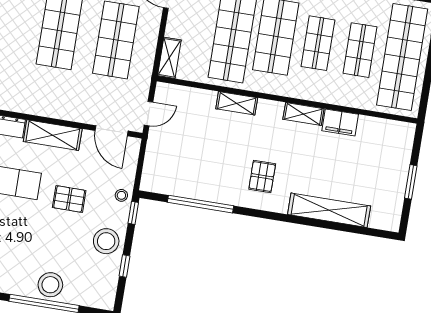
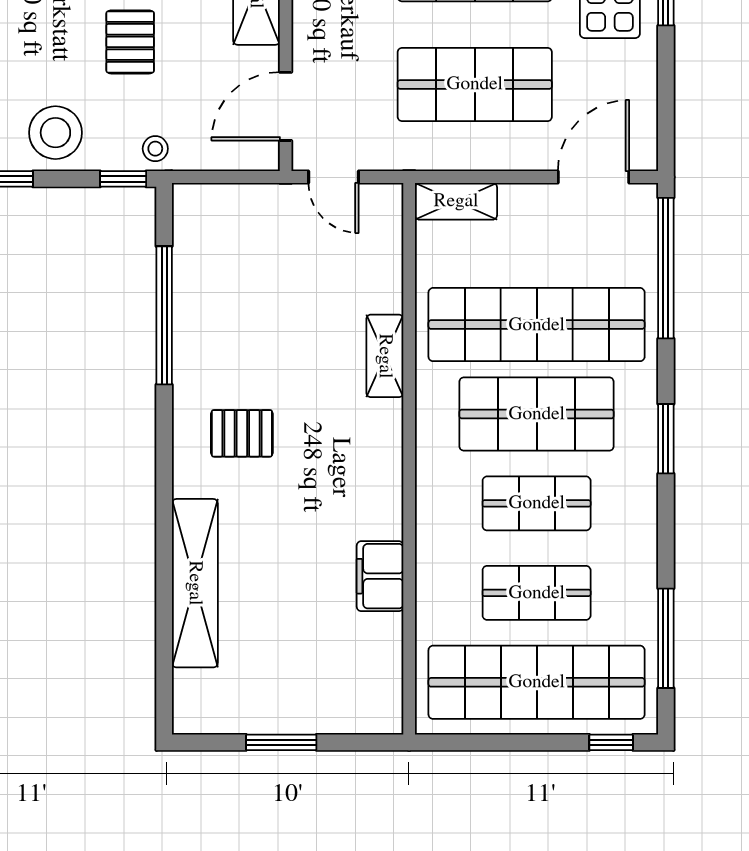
shelving: (303, 114) -> (385, 498), removed

